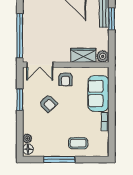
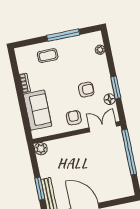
wardrobe: (83, 55) -> (61, 146), removed
armchair: (48, 103) -> (86, 90), turned 135
floor lamp: (28, 149) -> (110, 99), moved

